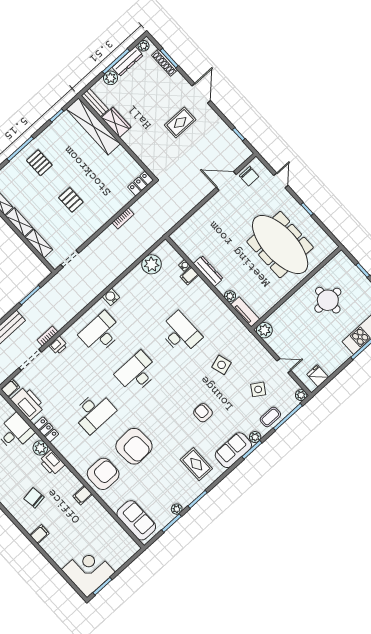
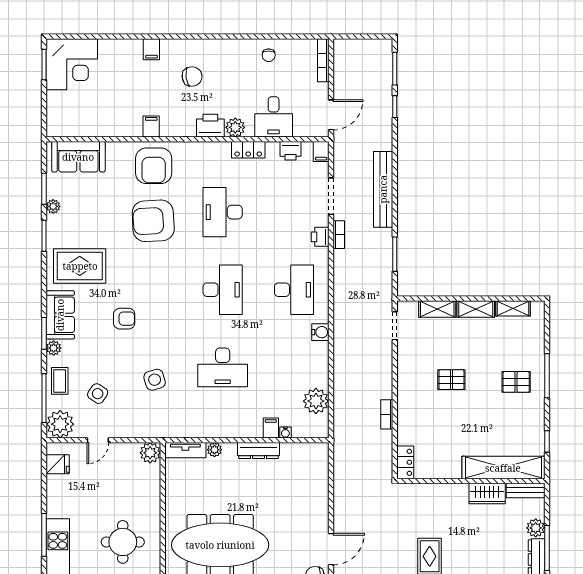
plant: (301, 395) -> (60, 424), width x1.88, depth x1.88
printer: (28, 403) -> (291, 151), width x0.53, depth x0.68
rug: (196, 464) -> (80, 266), width x1.36, depth x1.43

